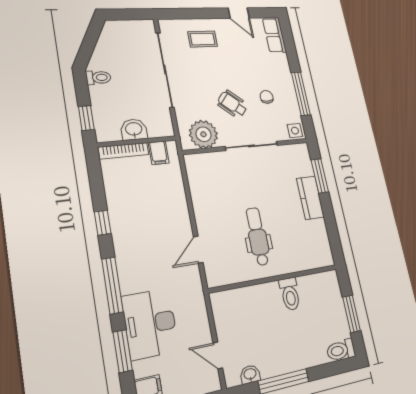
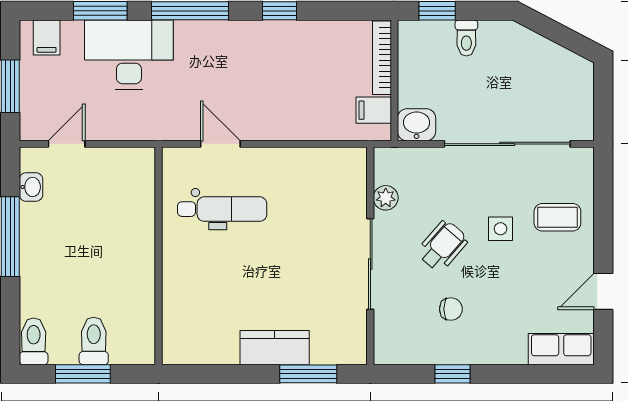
coffee table: (203, 39) -> (557, 217), turned 90
toilet: (98, 78) -> (466, 38), moved
window: (301, 94) -> (452, 374), width x0.46
washbasin: (134, 129) -> (417, 125), moved, turned -90
side table: (295, 131) -> (500, 229), moved
plant: (203, 134) -> (386, 198), width x0.53, depth x0.53
dental chair: (258, 236) -> (222, 209), moved
toilet: (290, 294) -> (94, 341), moved, turned 90

